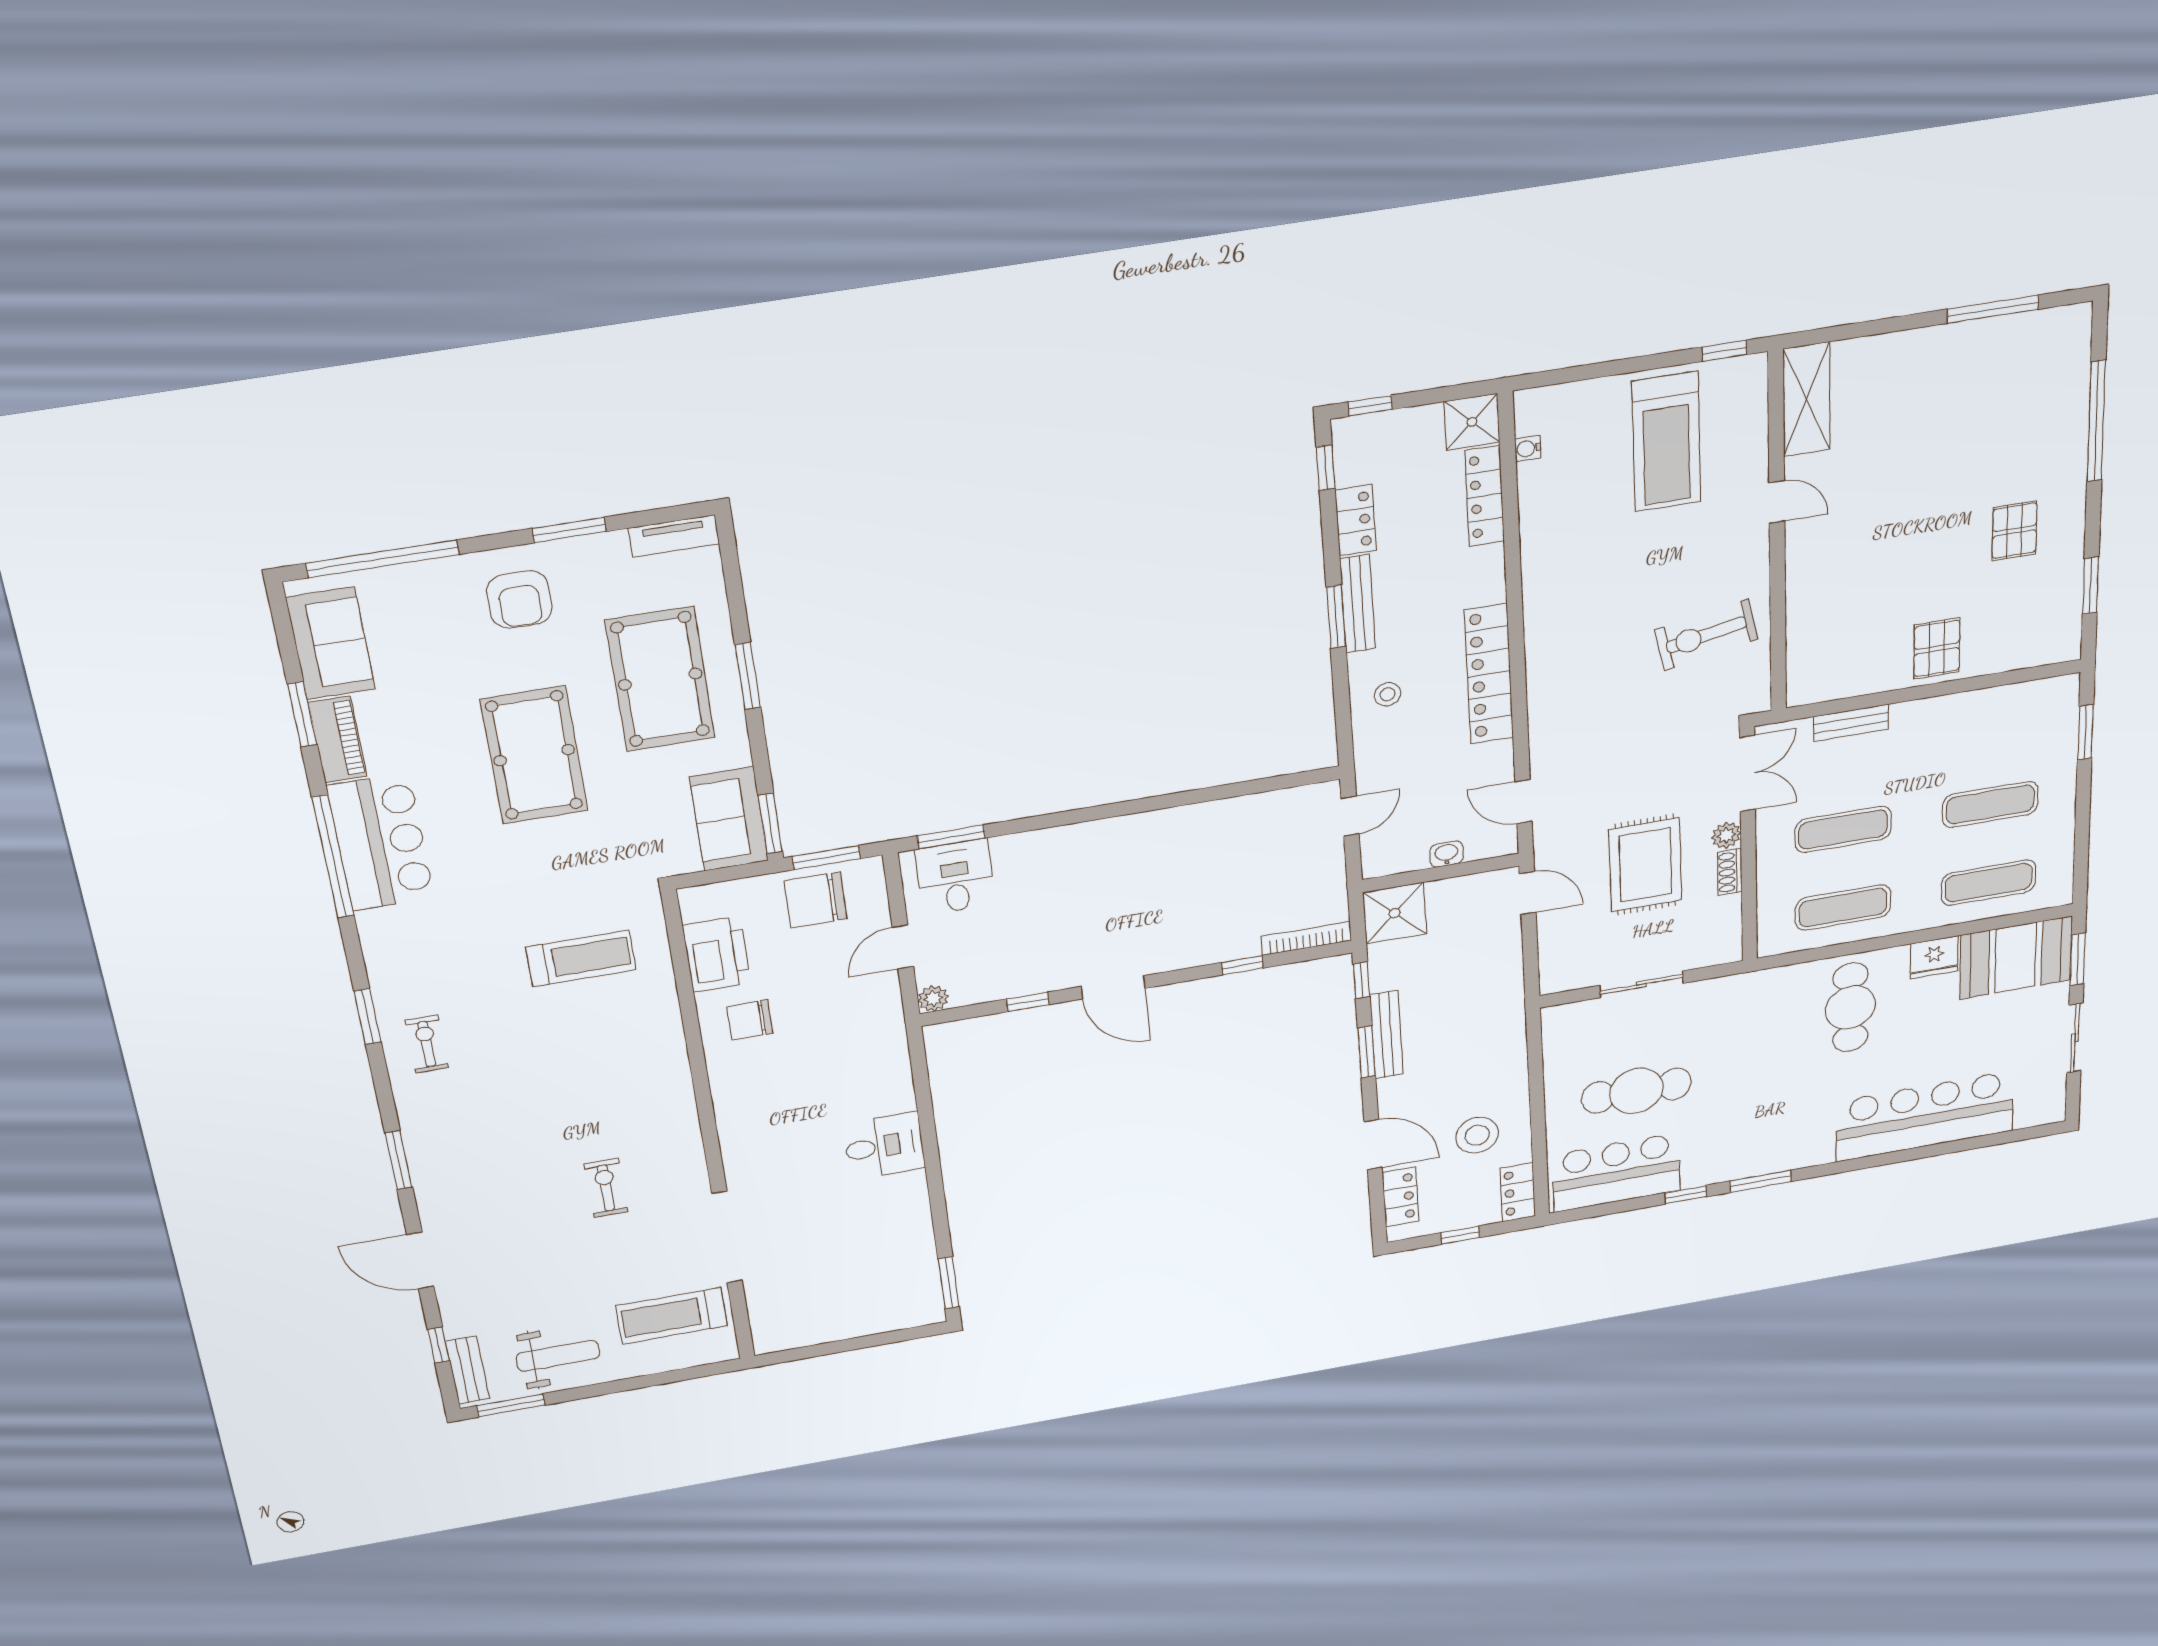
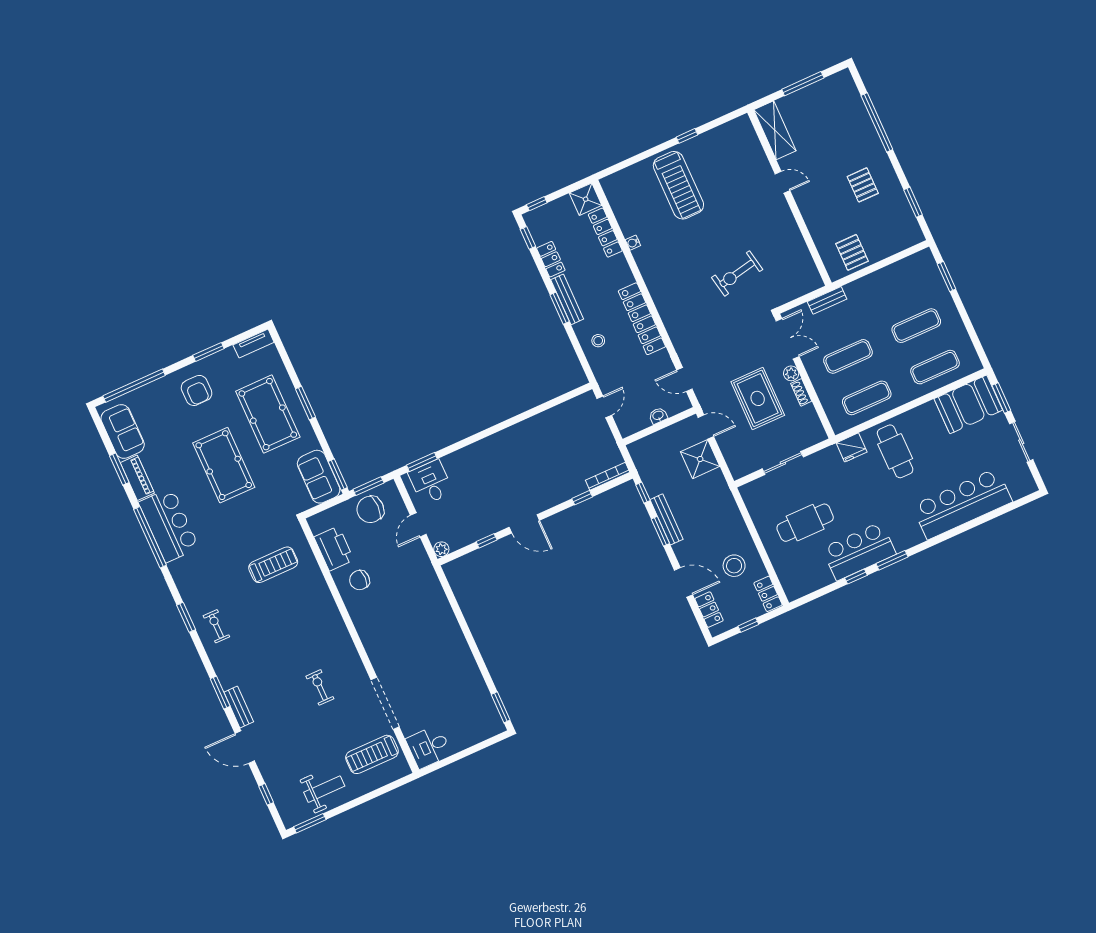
shelving: (1807, 399) -> (775, 130), moved
water cooler: (1528, 448) -> (633, 243), moved
door: (1777, 502) -> (782, 182), moved
wall: (1777, 534) -> (789, 198), moved
shower: (1395, 913) -> (700, 459), moved
fridge: (1934, 957) -> (852, 447), moved
desk: (884, 1146) -> (429, 747), moved, turned 180
bar counter: (1616, 1172) -> (859, 551), moved
bench: (467, 1370) -> (239, 707), moved

